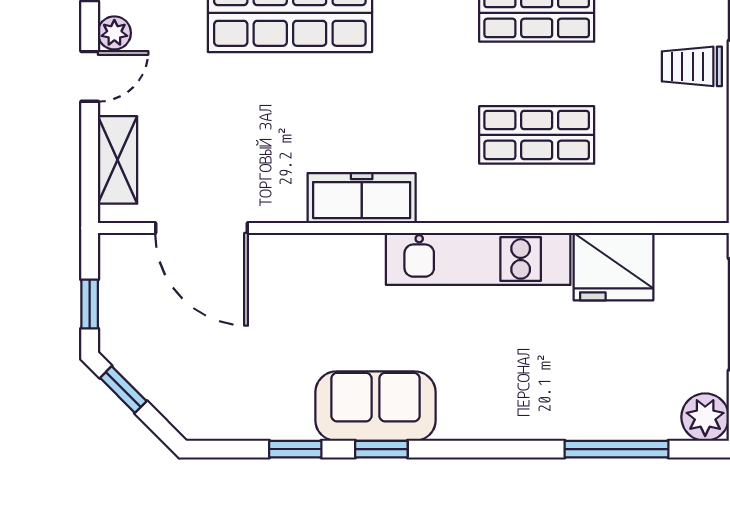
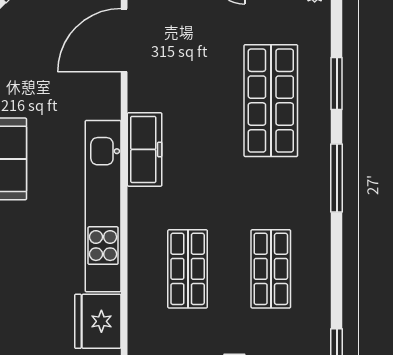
kitchen unit: (478, 259) -> (103, 206), width x1.36

